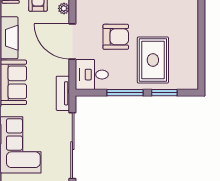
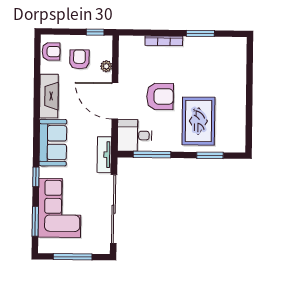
window: (125, 93) -> (152, 155), moved

